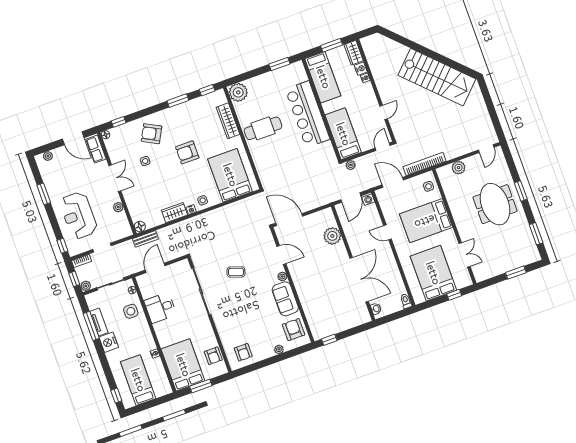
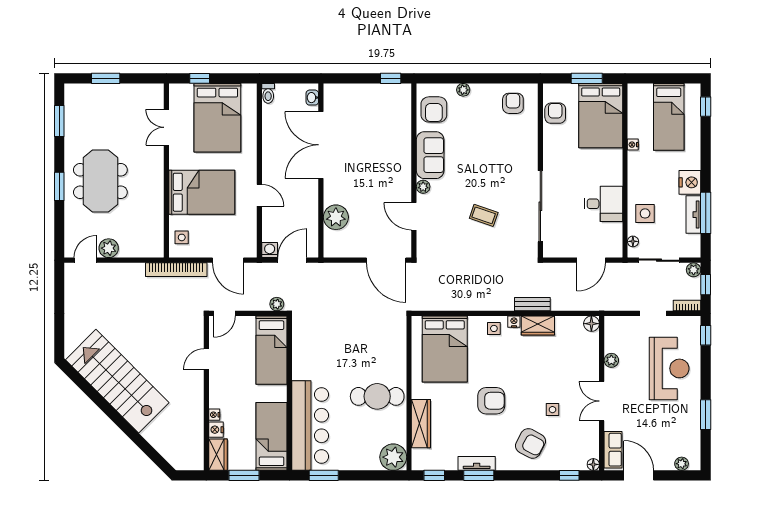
tv unit: (182, 108) -> (477, 463), added
bar counter: (307, 114) -> (310, 426), moved
plant: (459, 168) -> (109, 248), moved
bench: (145, 239) -> (532, 304), moved

